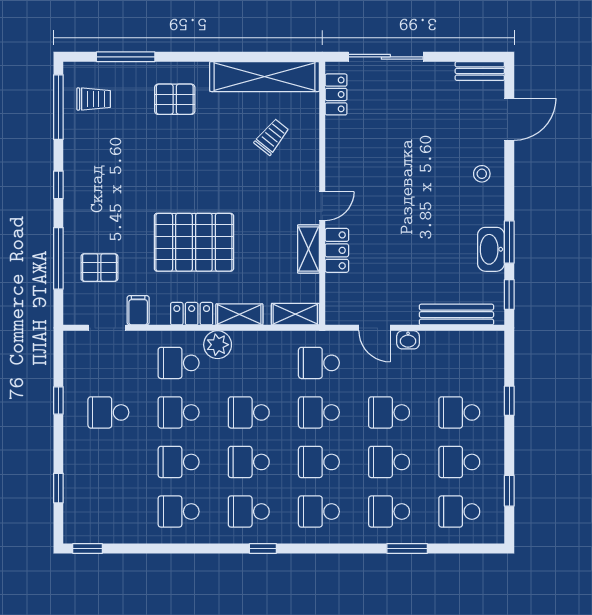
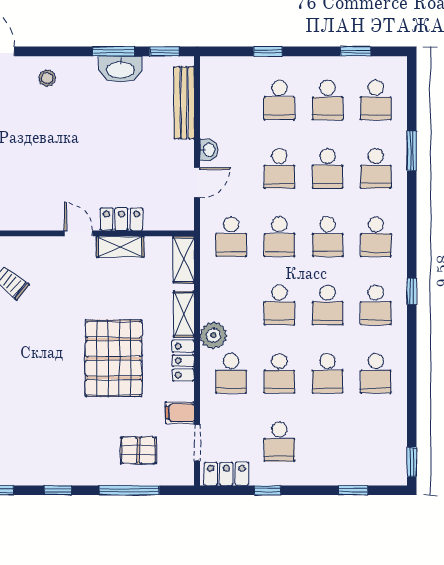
pallet: (99, 268) -> (138, 450), turned 90
locker: (75, 358) -> (226, 474), added

